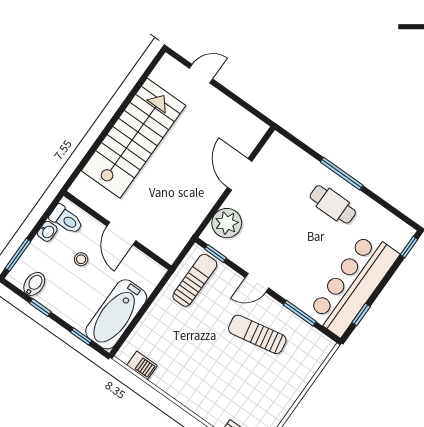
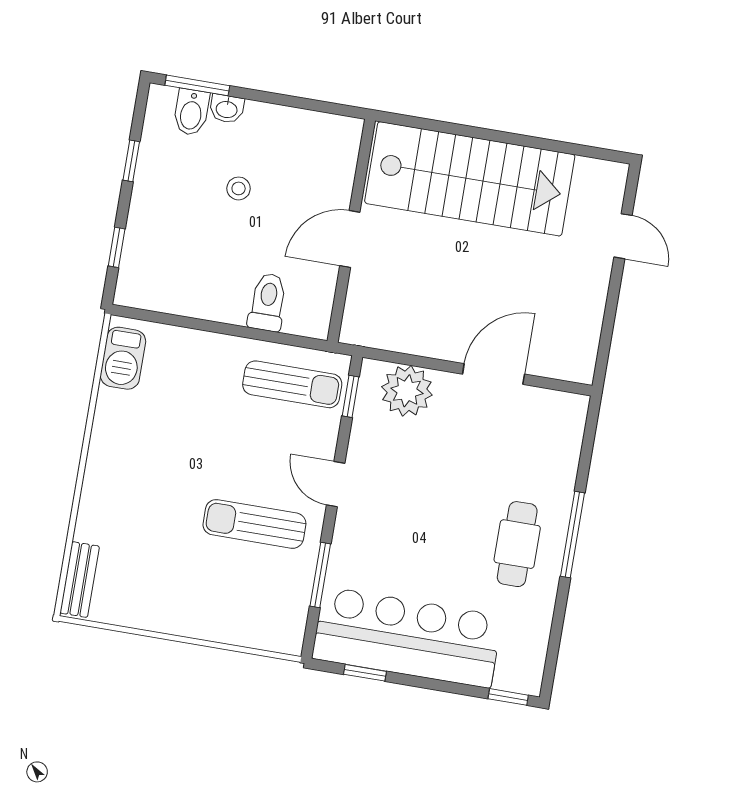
toilet: (66, 220) -> (268, 302), moved, turned 180
washbasin: (47, 231) -> (227, 109), moved
wall: (117, 231) -> (351, 231), moved
door: (121, 233) -> (350, 239), moved
bidet: (34, 284) -> (191, 112), moved, turned 90
bathtub: (116, 314) -> (178, 286), removed
sun lounger: (257, 334) -> (254, 524), turned -79
barbecue: (142, 365) -> (123, 358), width x1.38, depth x1.27

